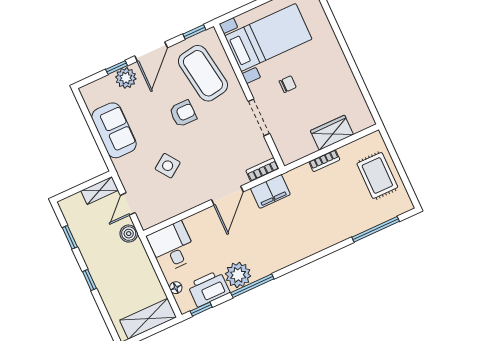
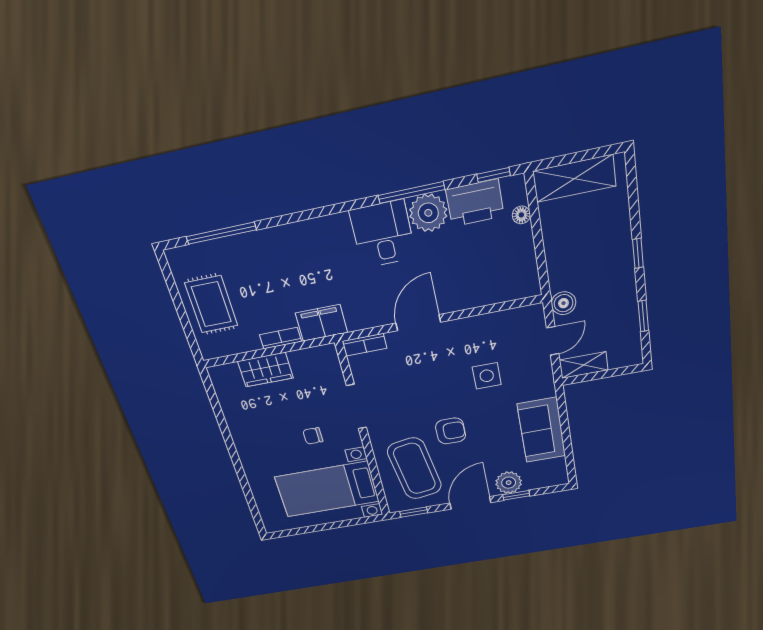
armchair: (183, 113) -> (451, 431), turned 180
side table: (168, 166) -> (487, 376), turned 35
filing cabinet: (270, 191) -> (322, 323), moved
desk: (172, 247) -> (383, 234), moved, turned 180

